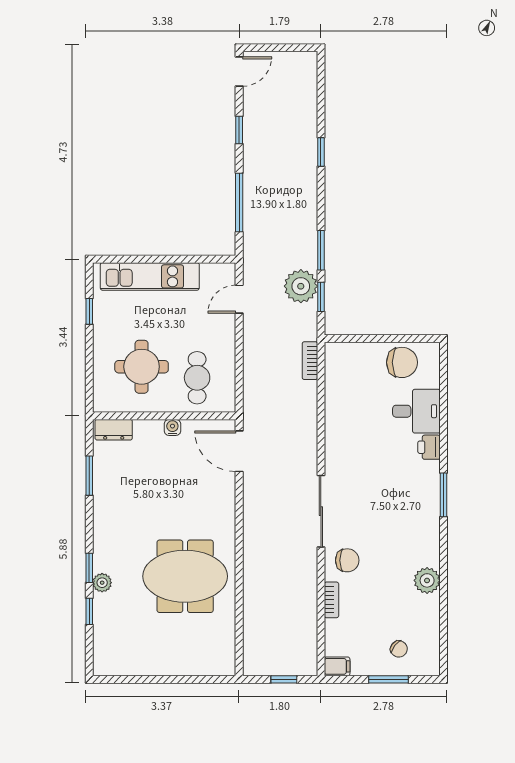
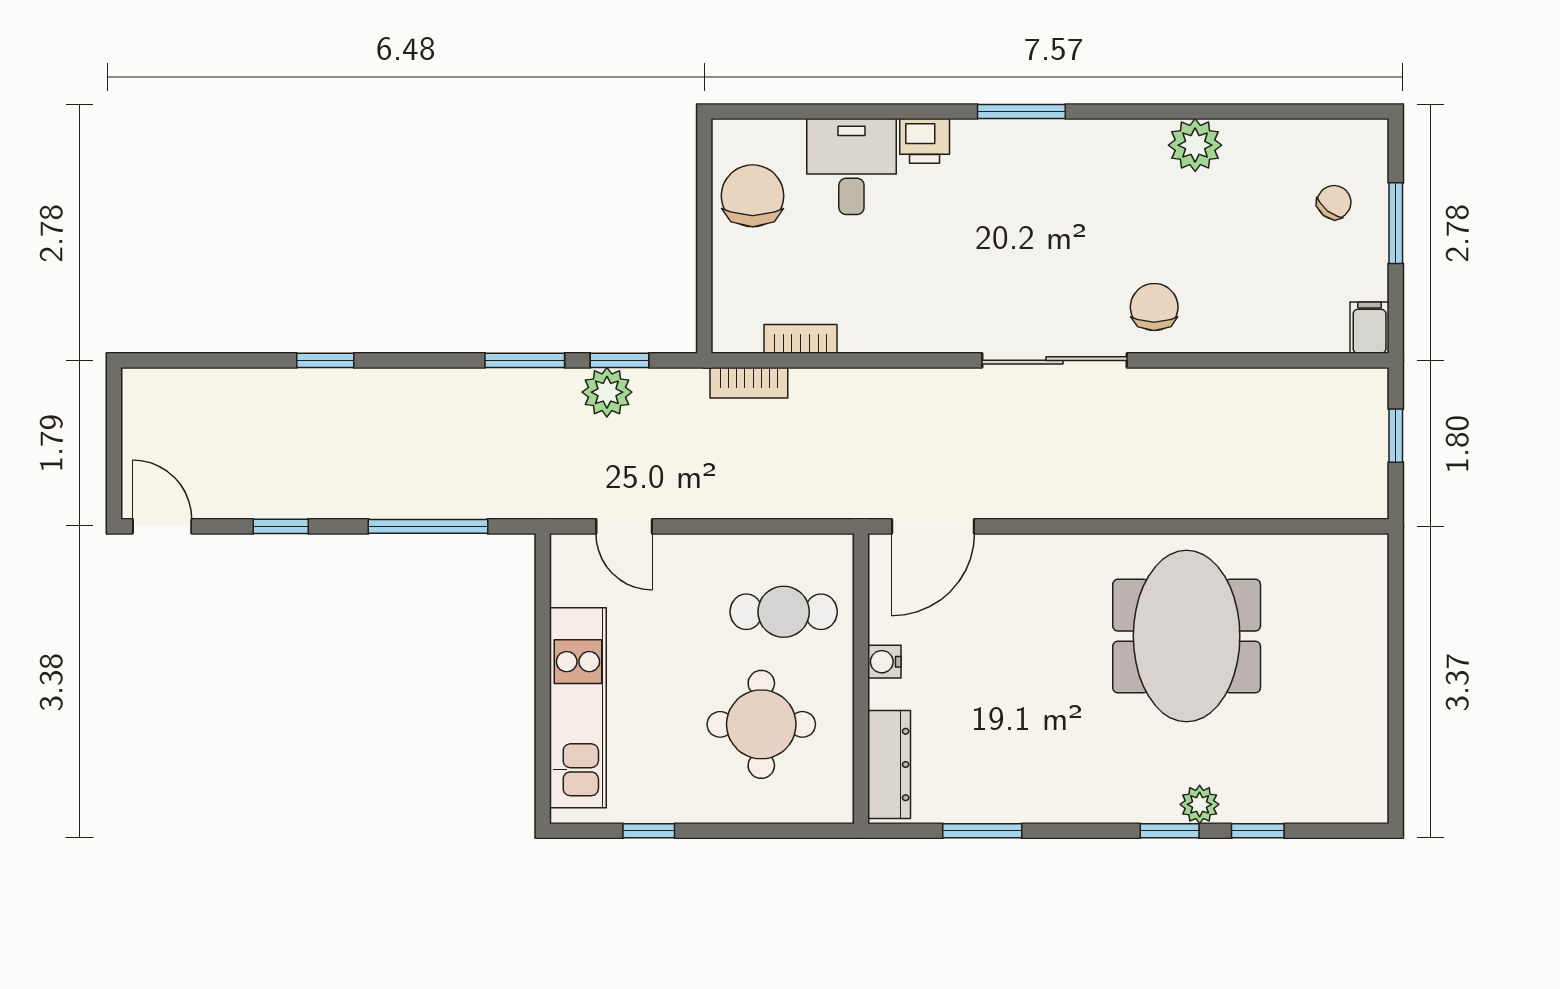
plant: (301, 286) -> (607, 392), width x0.73, depth x0.73
dresser: (114, 430) -> (889, 765), width x1.44
bookcase: (331, 600) -> (801, 339), moved

